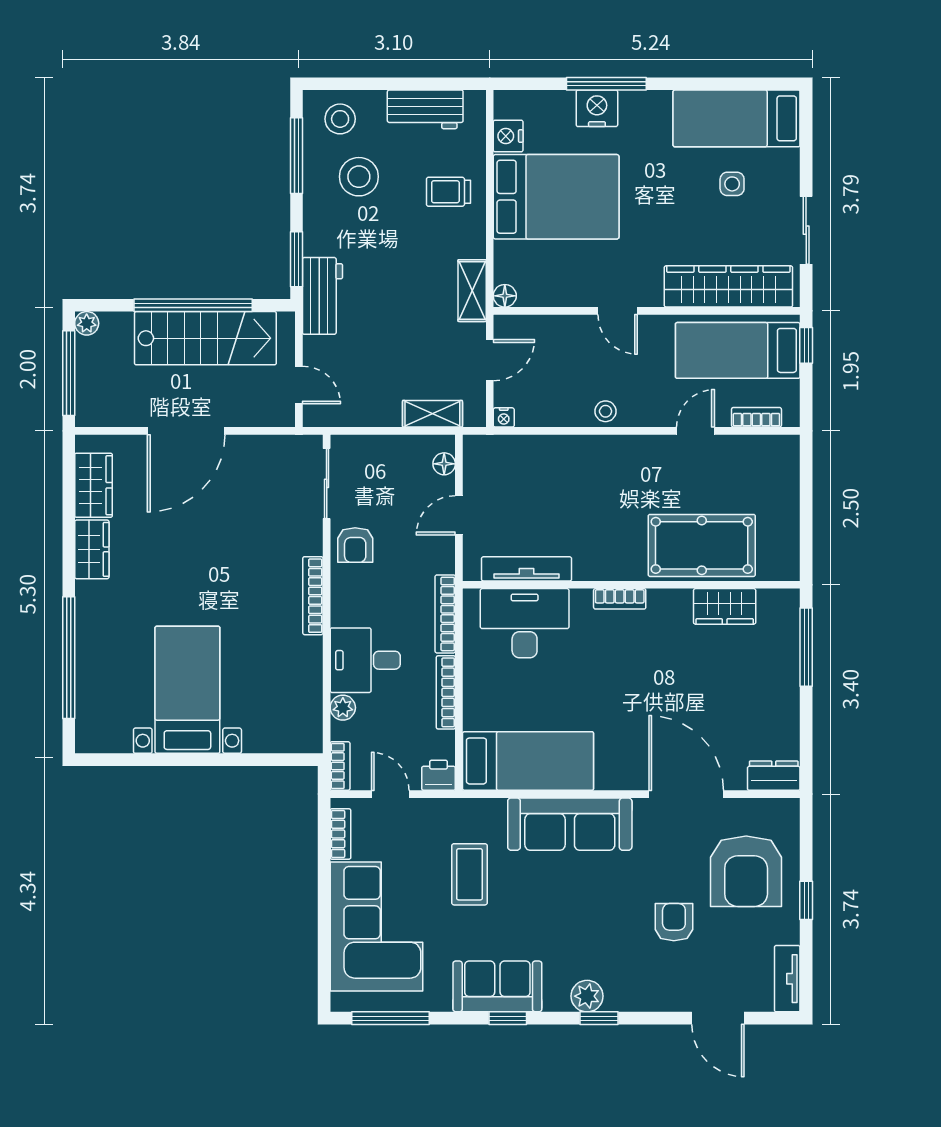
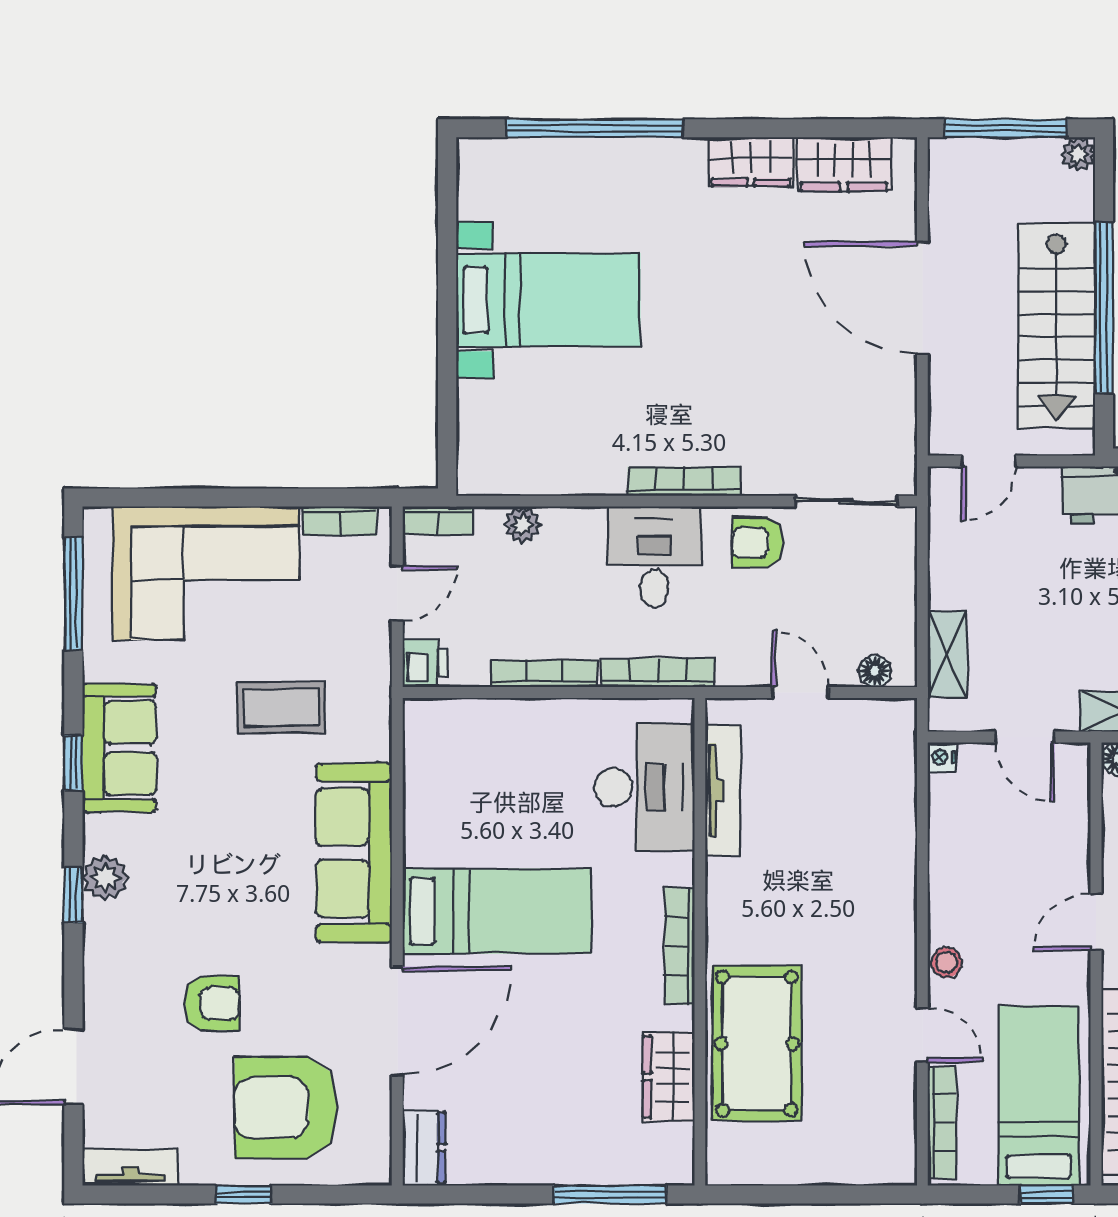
stool: (606, 411) -> (946, 962), moved
bookcase: (756, 417) -> (942, 1123), width x1.56
bookcase: (620, 599) -> (680, 946), width x1.56
desk: (365, 660) -> (654, 557), moved
bed: (528, 761) -> (497, 911), moved, turned -90

